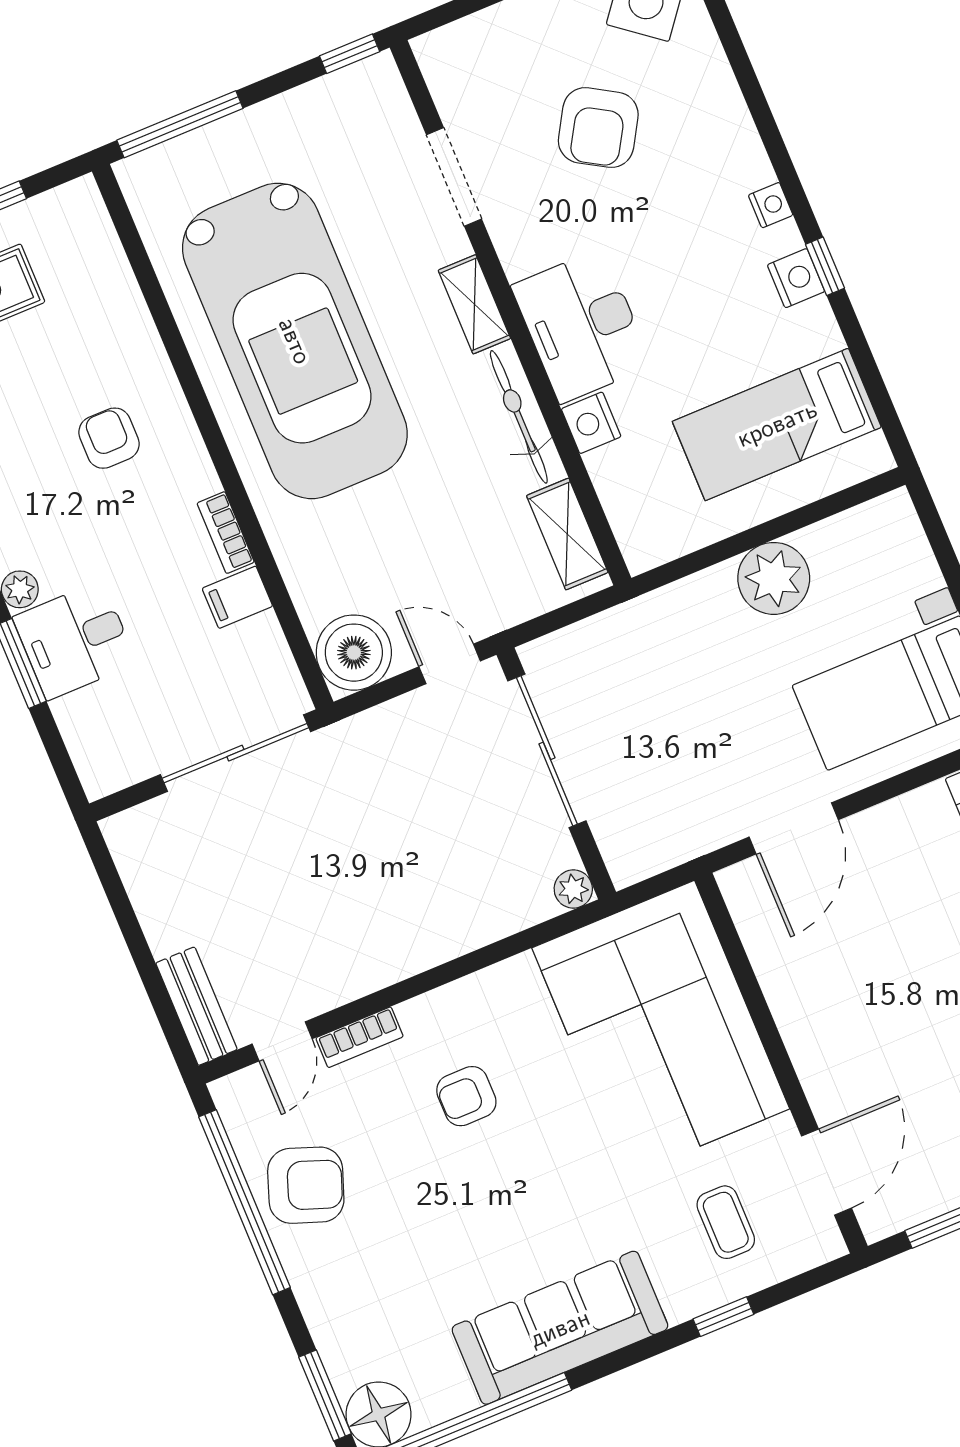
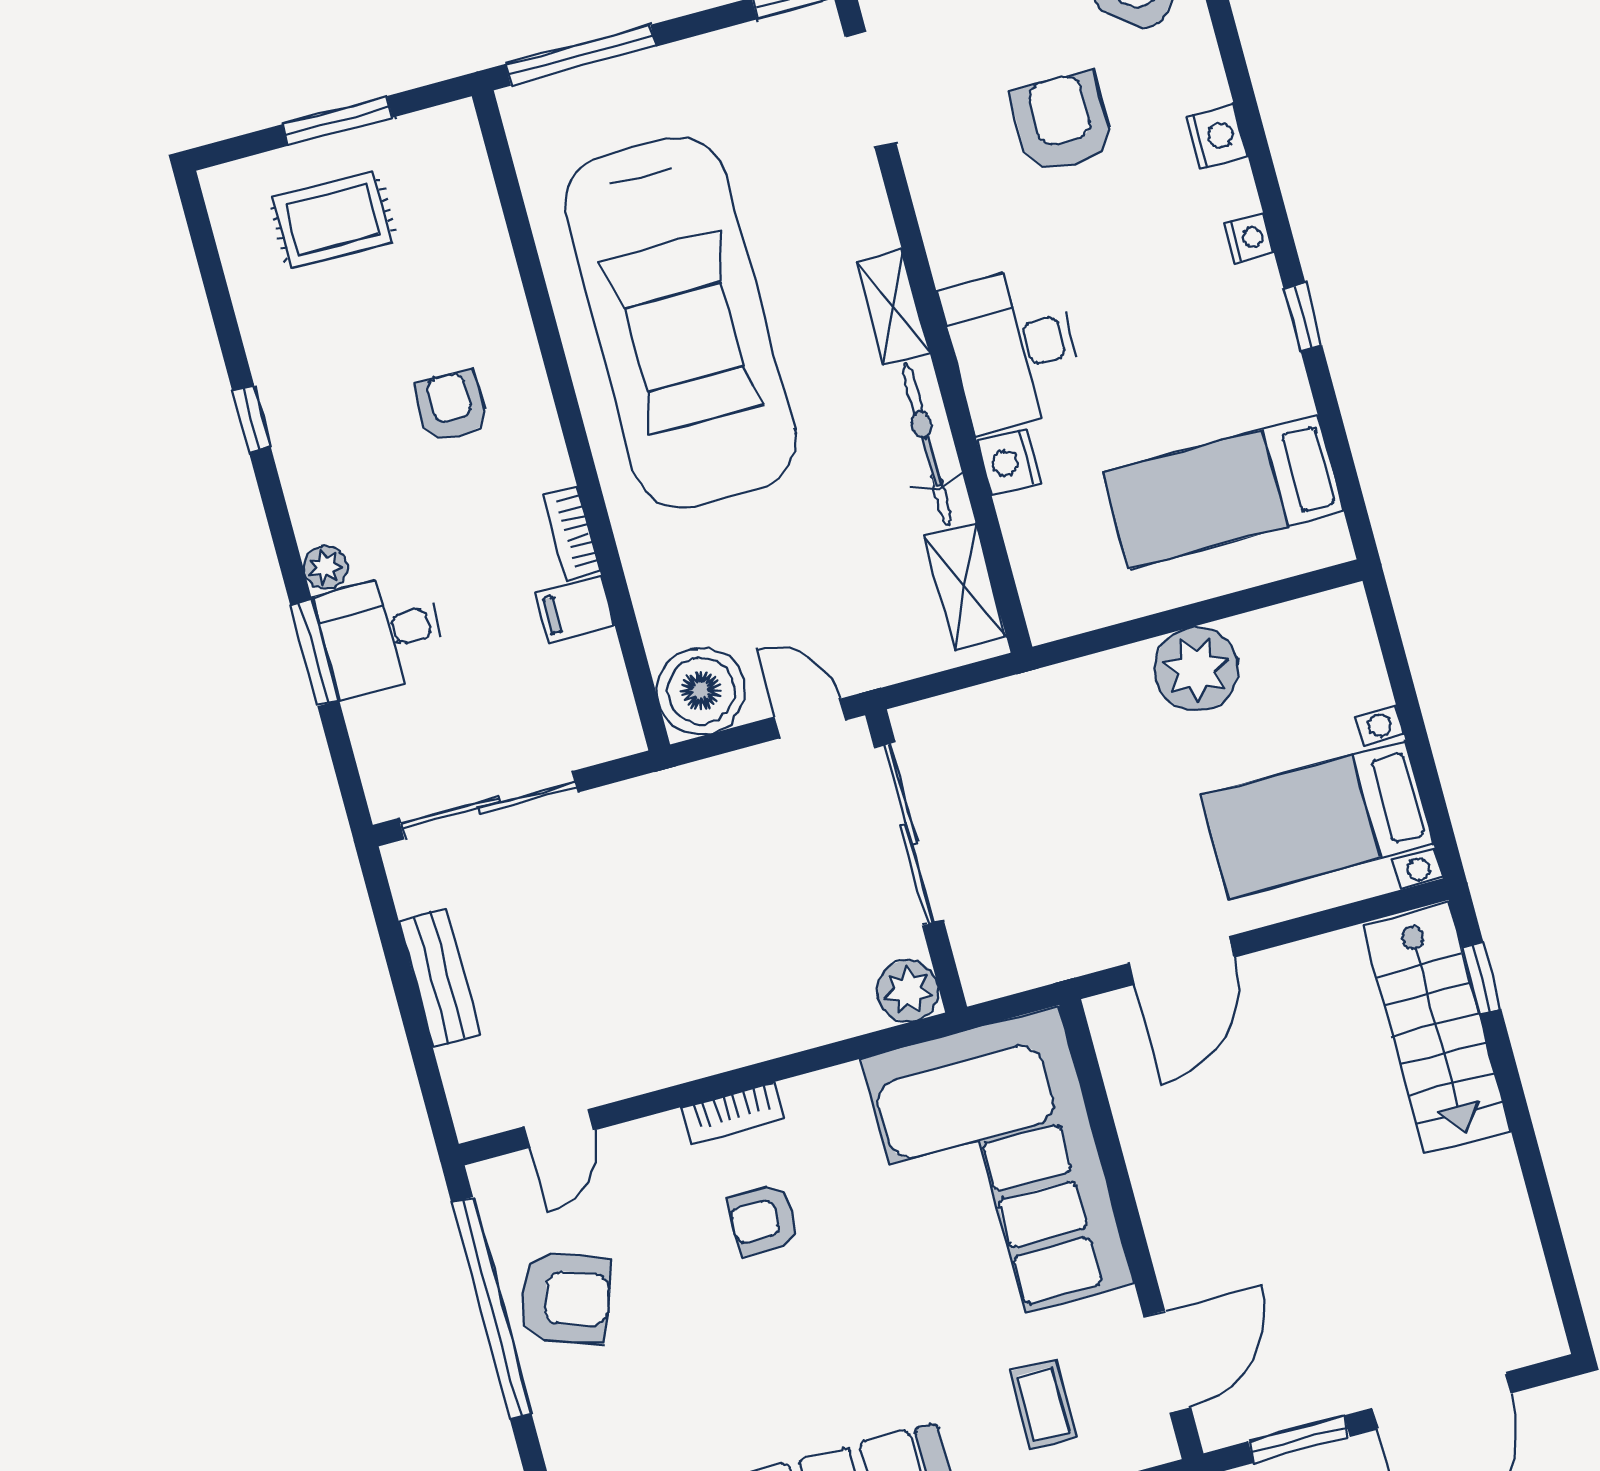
armchair: (598, 128) -> (1063, 123), turned 149
doorway: (454, 177) -> (870, 90), moved
nightstand: (796, 278) -> (1217, 136), moved
sliding door: (235, 753) -> (489, 805), moved
plant: (573, 889) -> (908, 991), width x1.38, depth x1.38
bench: (196, 1006) -> (440, 978), moved
bookcase: (360, 1037) -> (733, 1113), moved

